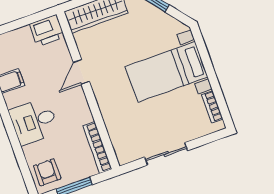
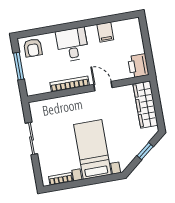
bookcase: (97, 147) -> (70, 84), moved
armchair: (47, 172) -> (33, 48), turned 90

